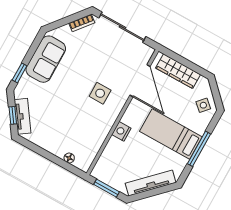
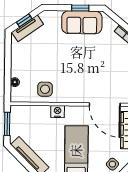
window: (20, 73) -> (80, 8), moved
door: (140, 81) -> (105, 105), hinge flipped
side table: (100, 93) -> (45, 89), moved

